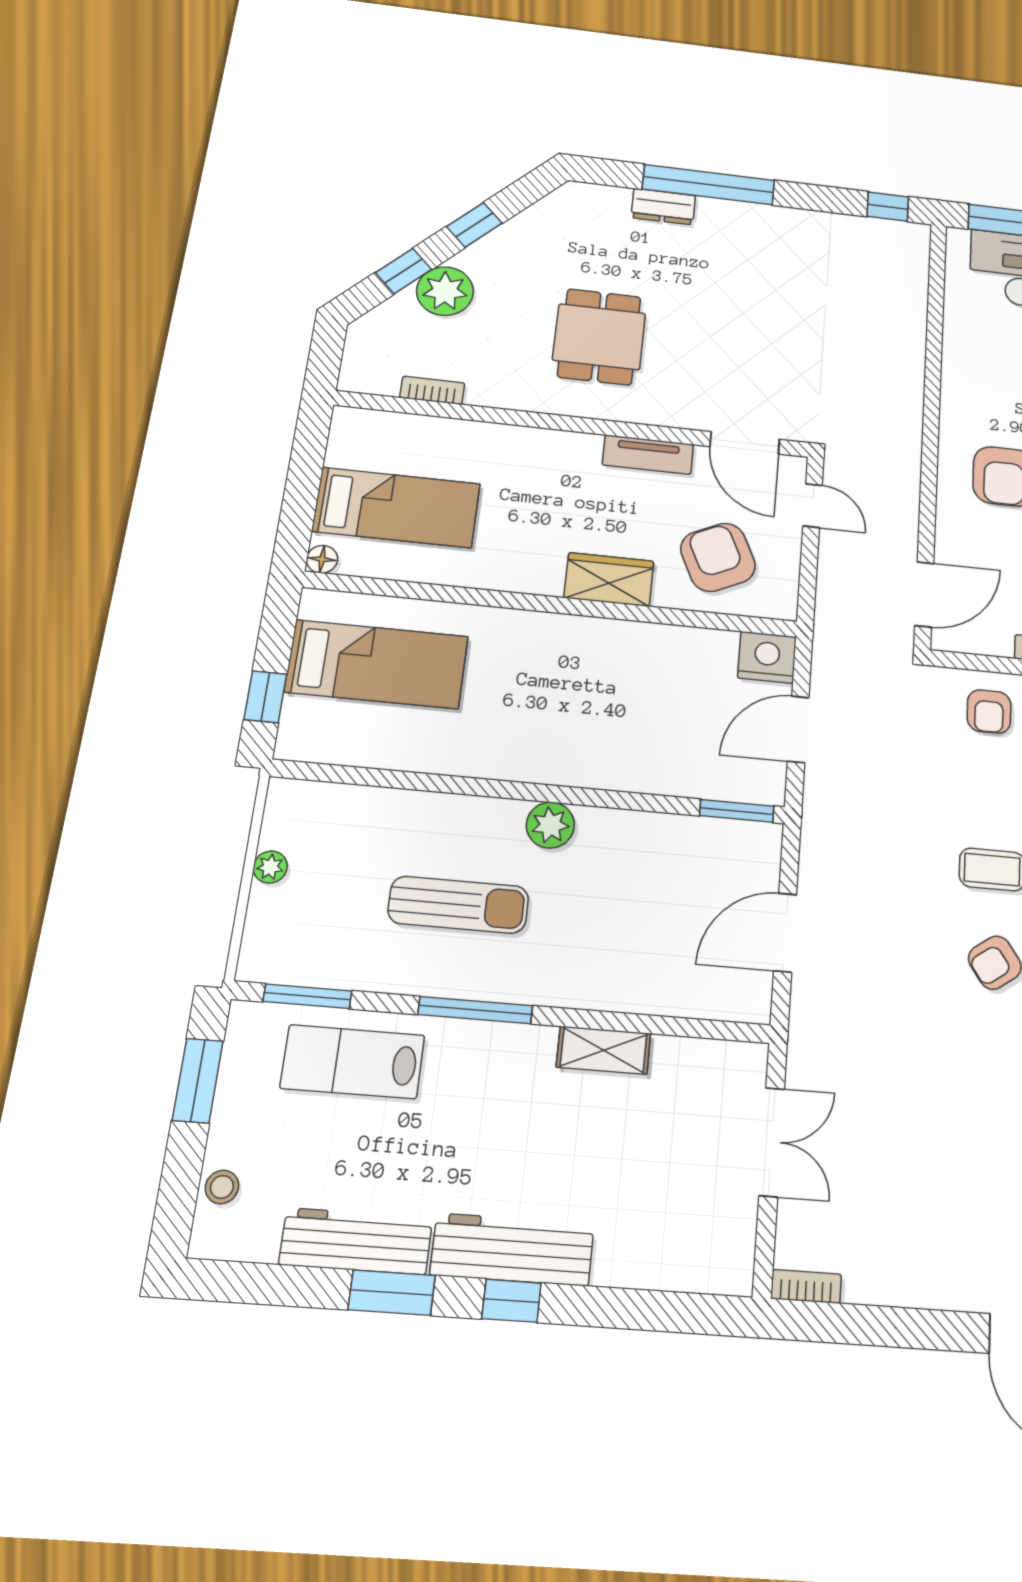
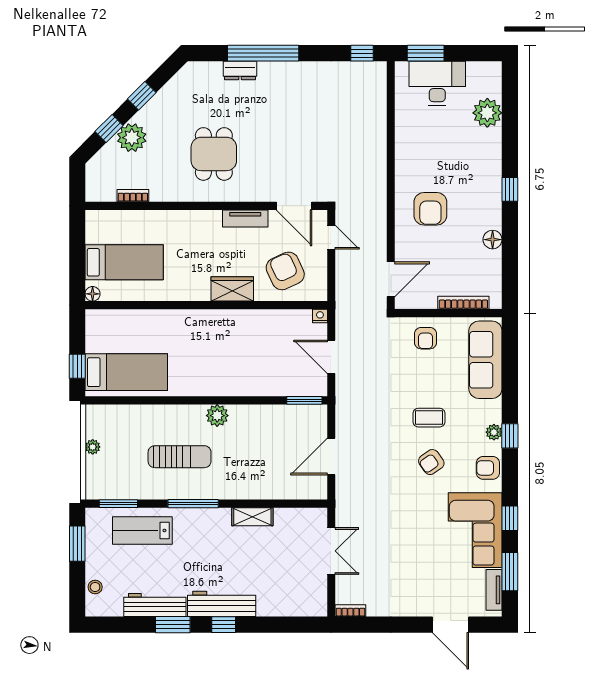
nightstand: (767, 657) -> (320, 316), width x0.53, depth x0.56
bed: (377, 664) -> (126, 372), moved
door: (798, 729) -> (331, 357), hinge flipped

